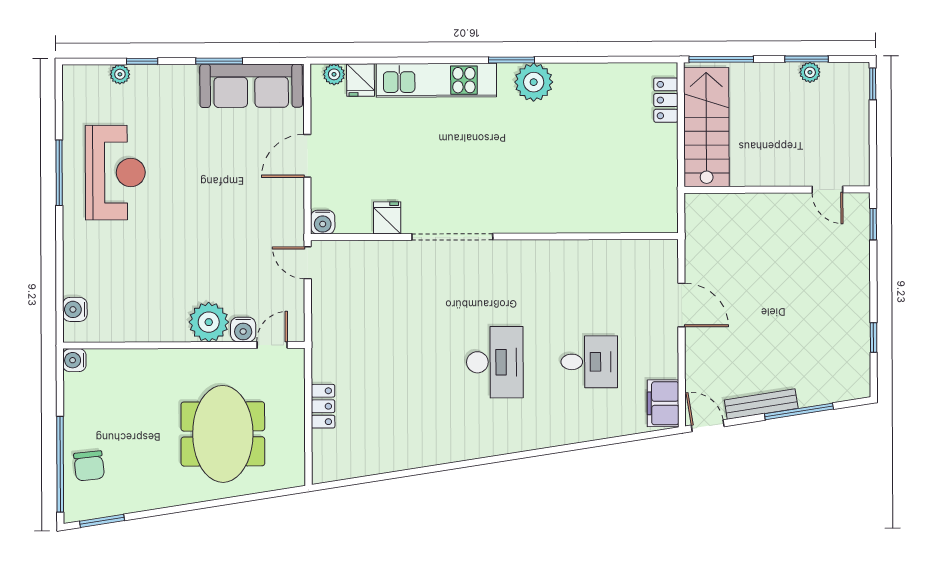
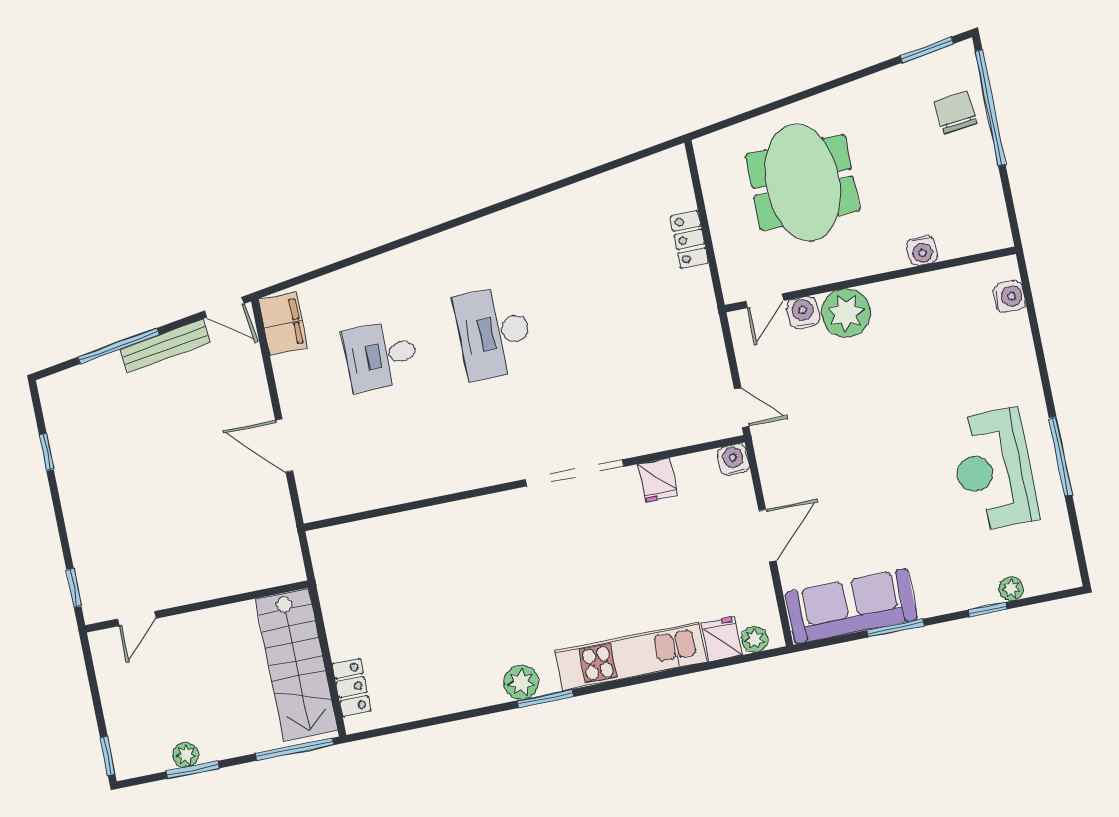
plant: (534, 82) -> (521, 682), width x0.73, depth x0.73
door: (827, 189) -> (137, 619), swing flipped
water cooler: (74, 360) -> (922, 251), moved, turned 90

